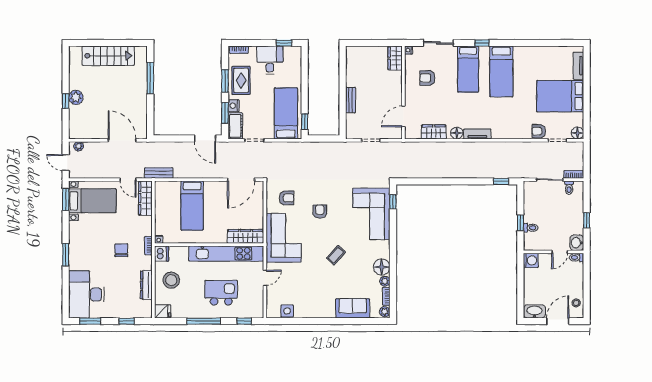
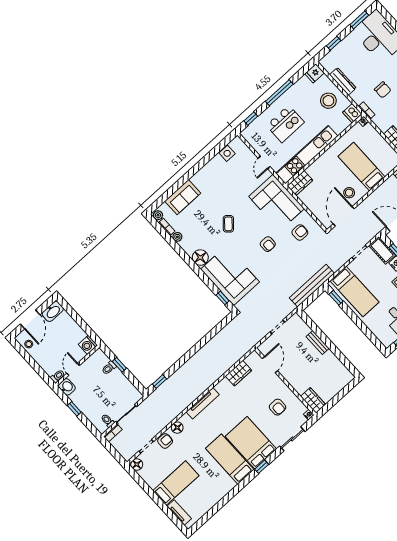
bed: (468, 69) -> (251, 443), width x1.50
armchair: (427, 78) -> (278, 407), turned 90
bed: (560, 96) -> (176, 483), width x0.67
floor lamp: (457, 133) -> (177, 428), moved
tv unit: (477, 134) -> (203, 403), width x1.41
bench: (315, 148) -> (312, 286), added
stool: (220, 194) -> (349, 193), added
armchair: (287, 198) -> (300, 232), turned 180
wardrobe: (245, 236) -> (300, 183), width x0.67
floor lamp: (382, 267) -> (200, 258), moved

